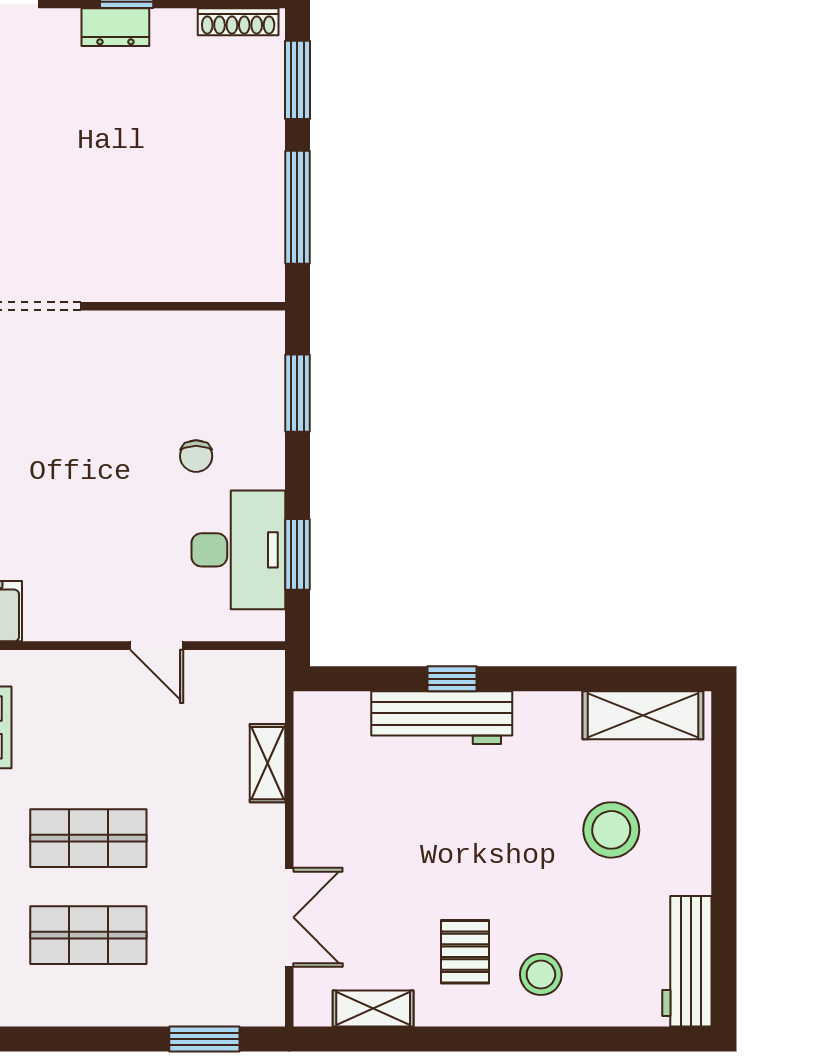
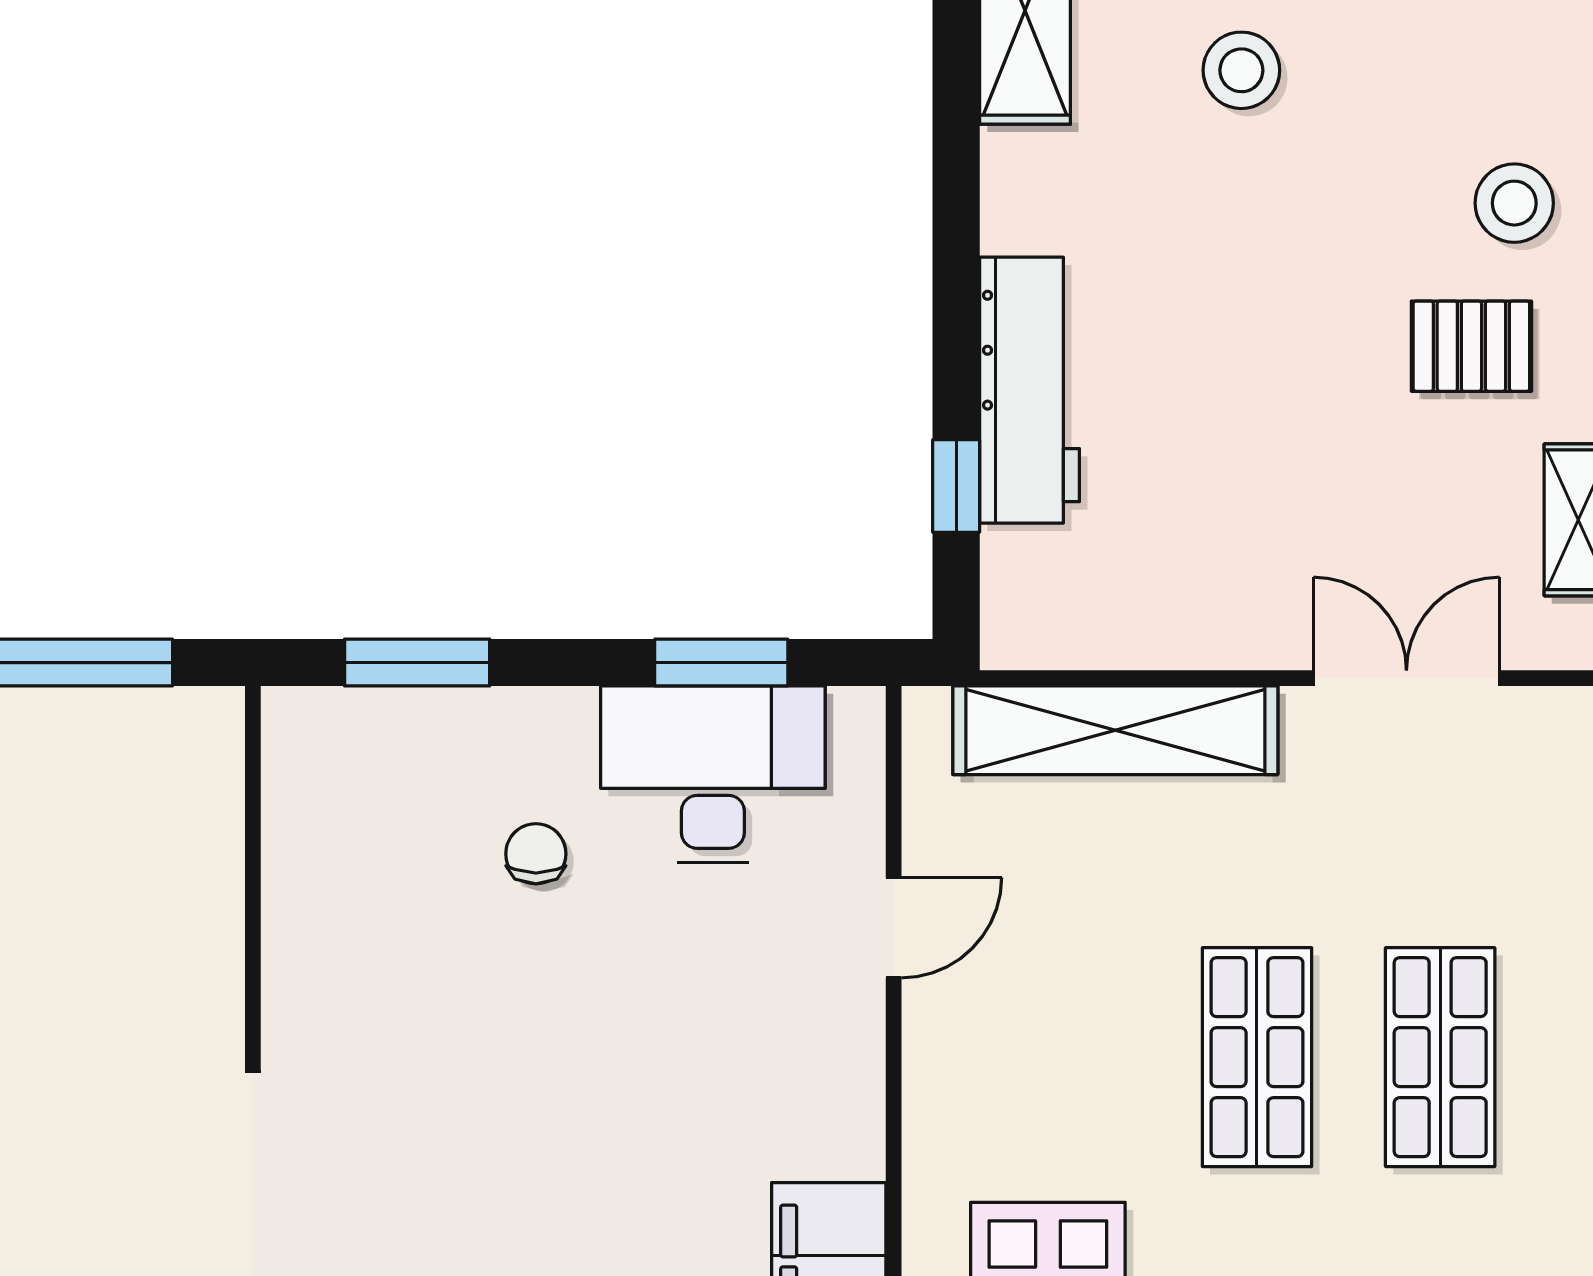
chair: (196, 456) -> (536, 854), turned -90
window: (452, 679) -> (956, 486), moved
shelving: (267, 763) -> (1115, 730), width x2.20, depth x1.33
stool: (611, 830) -> (1241, 70), width x0.73, depth x0.73

